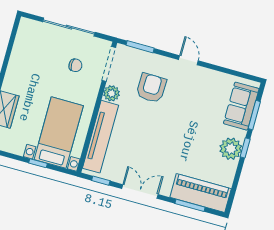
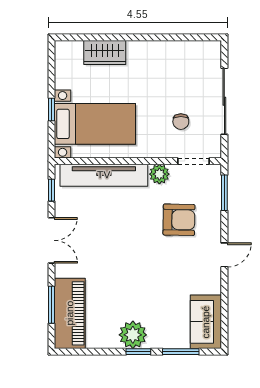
doorway: (109, 64) -> (194, 161), width x0.73
sofa: (241, 106) -> (206, 322), moved, turned -90

